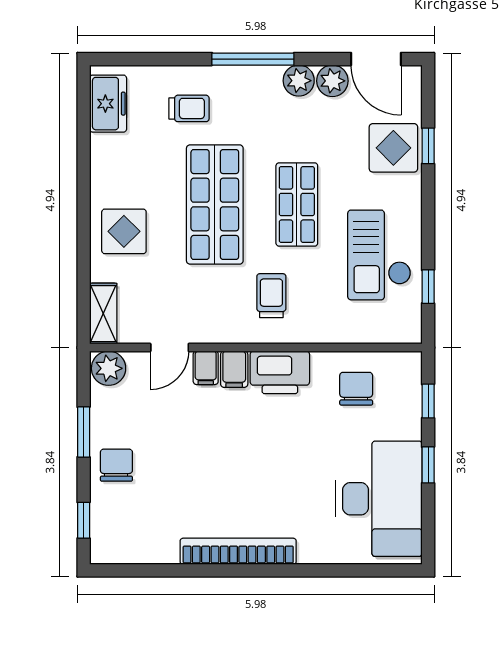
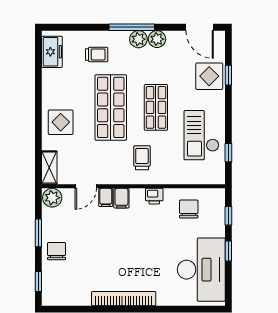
plant: (332, 81) -> (138, 39), moved
printer: (280, 372) -> (154, 196), width x0.53, depth x0.68

